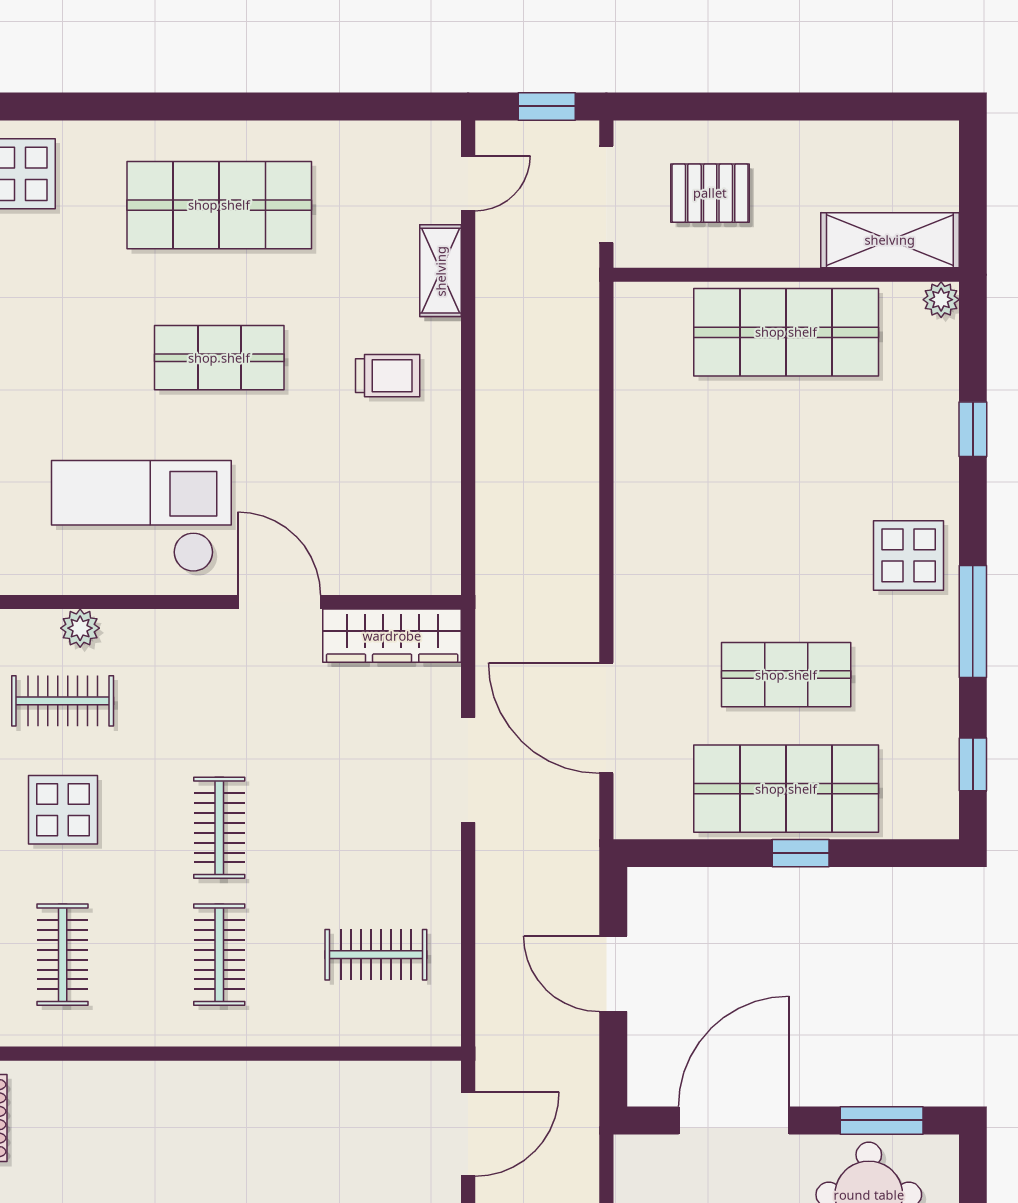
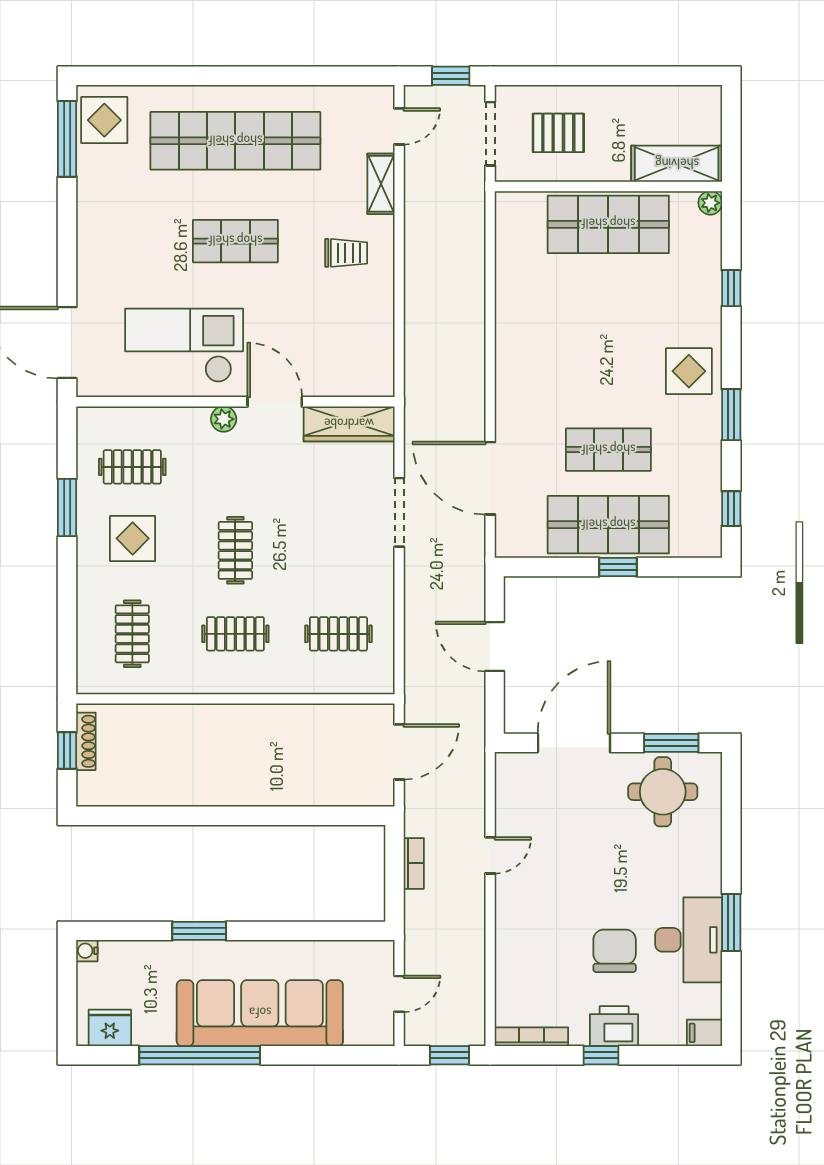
shop shelf: (219, 205) -> (235, 141), width x1.40
window: (973, 622) -> (731, 415), width x0.69
plant: (80, 628) -> (224, 419), moved
clothes rail: (219, 955) -> (235, 634), turned 90

